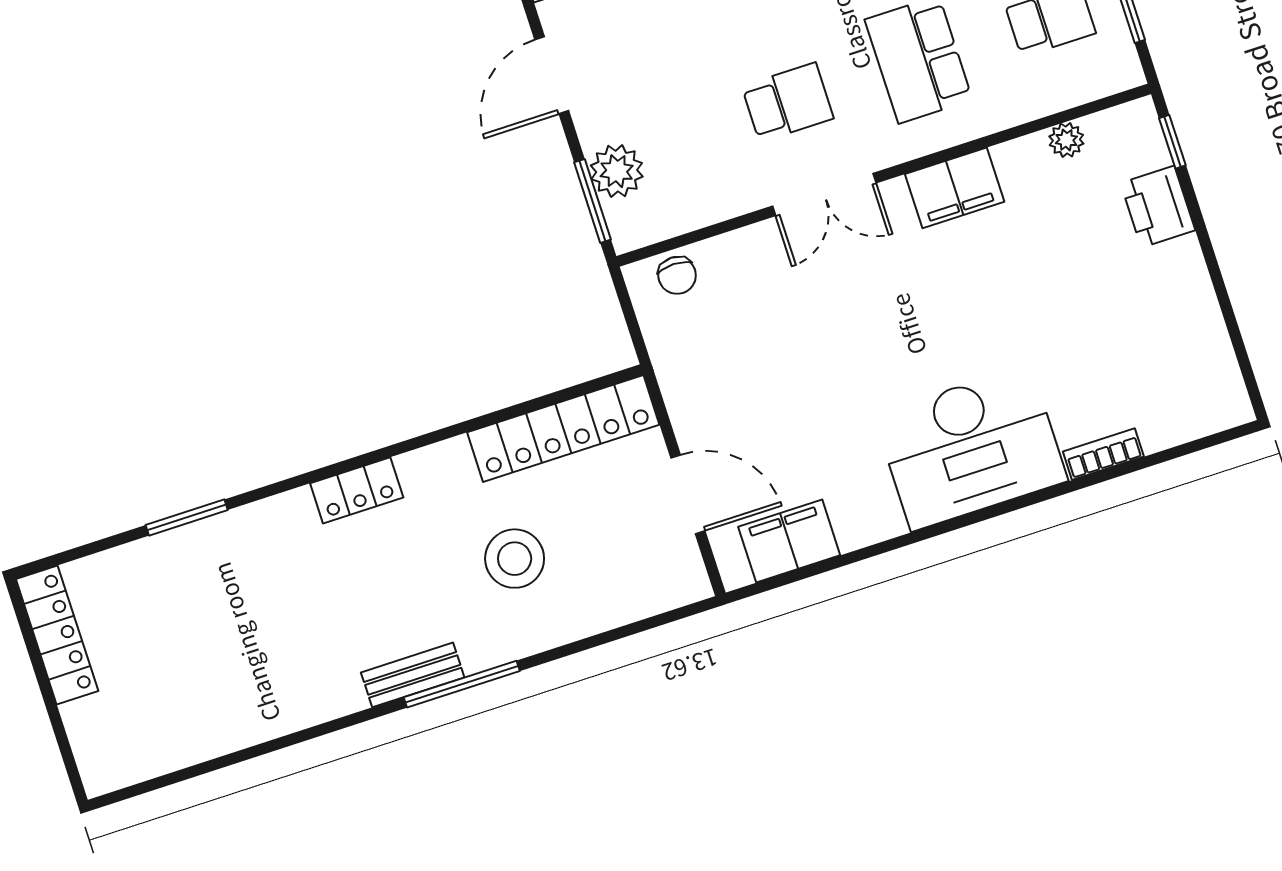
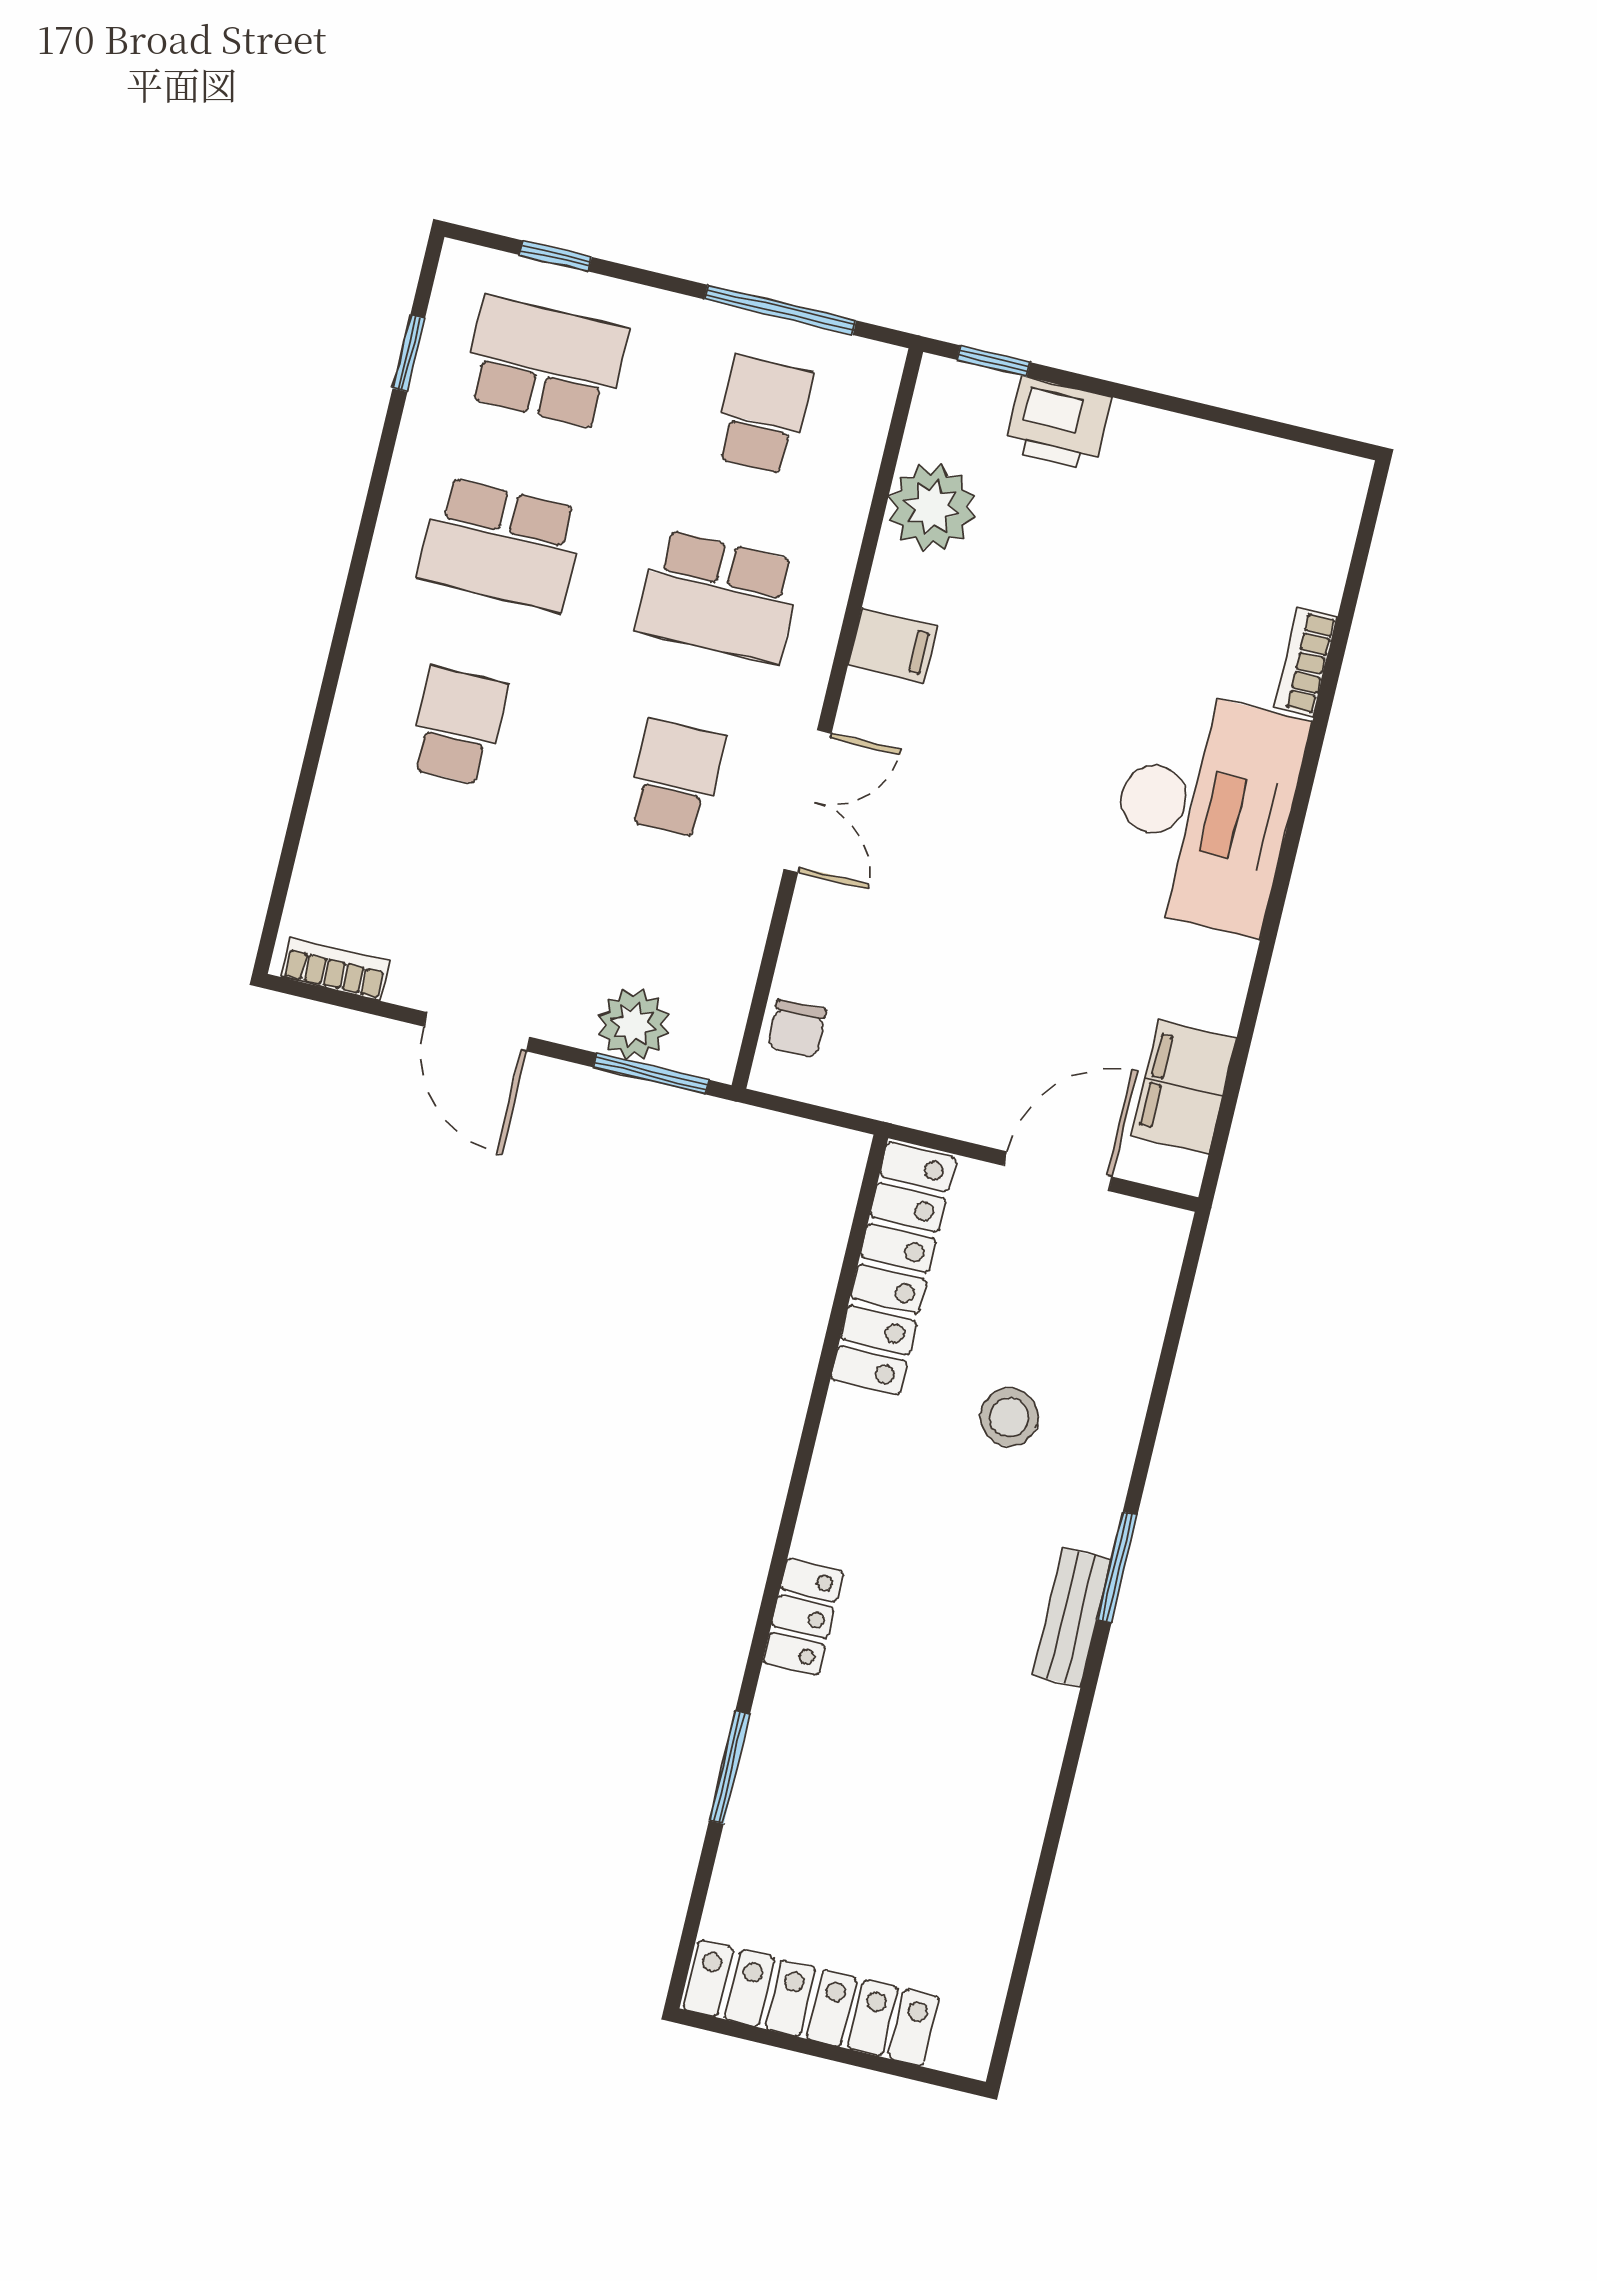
plant: (1066, 140) -> (932, 508), width x1.88, depth x1.88
filing cabinet: (955, 188) -> (893, 646), width x0.50
chair: (677, 275) -> (797, 1029), turned 88
locker: (357, 490) -> (803, 1617), moved
stool: (515, 559) -> (1009, 1417), width x0.73, depth x0.73
locker: (57, 635) -> (811, 2003), width x1.41, depth x1.21
window: (462, 684) -> (1117, 1567), width x0.69

